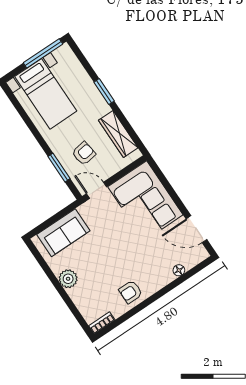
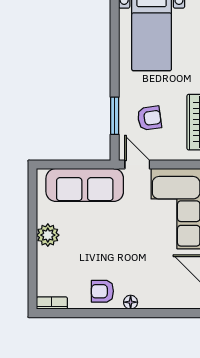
sofa: (63, 233) -> (85, 185), width x1.36
floor lamp: (179, 270) -> (131, 302), moved

